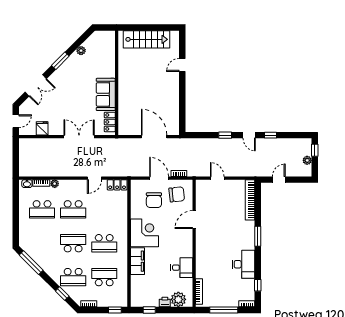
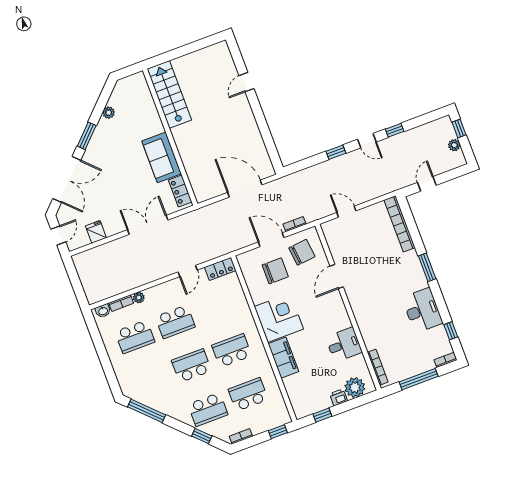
stairs: (146, 39) -> (169, 94), moved, turned -90
double door: (36, 85) -> (67, 179), width x1.37
chair: (154, 200) -> (275, 271), turned -90
school desk: (104, 243) -> (232, 351), turned 180

